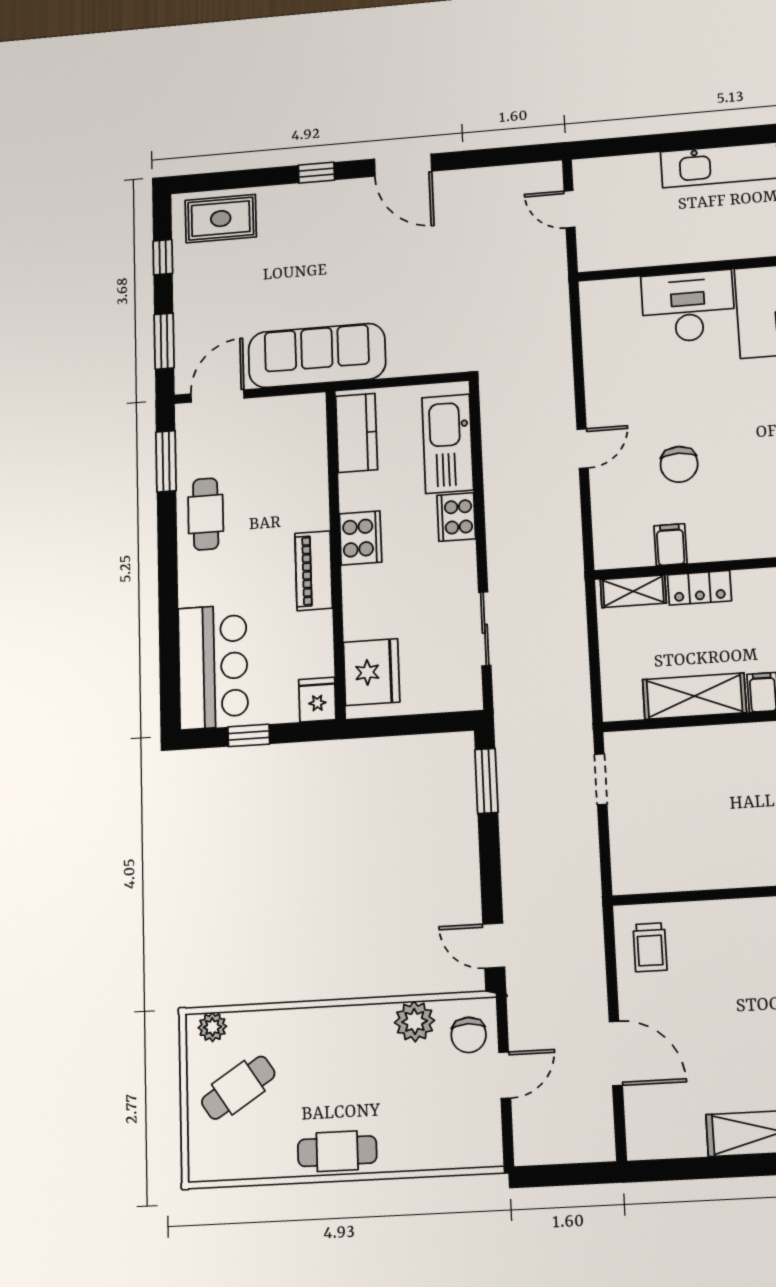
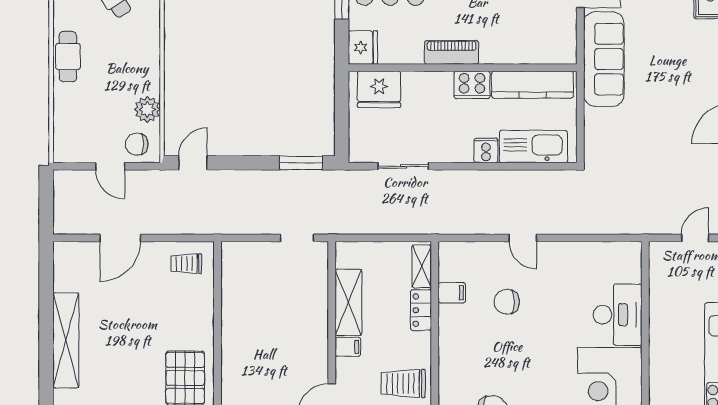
kitchen counter: (357, 433) -> (533, 85), width x1.50
cooker: (456, 517) -> (486, 150), width x0.73
fridge: (317, 700) -> (363, 48), width x1.38

